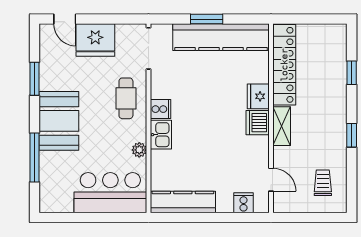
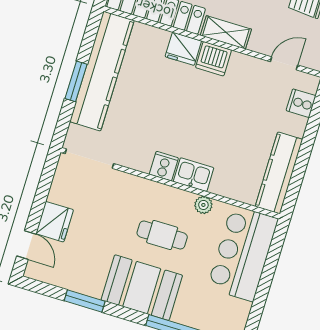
door: (65, 19) -> (26, 245), hinge flipped
fridge: (95, 40) -> (55, 222), width x0.73, depth x0.75
cafe table: (126, 98) -> (162, 235), moved

